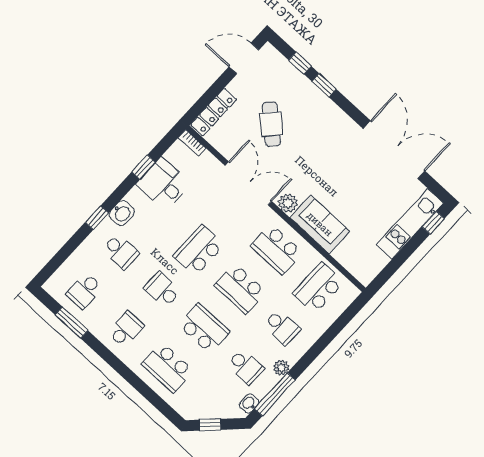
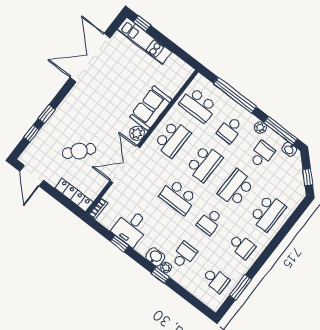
plant: (106, 226) -> (166, 268), added
school desk: (282, 327) -> (230, 130), turned 180
school desk: (126, 329) -> (242, 246), turned 180
window: (327, 338) -> (235, 95), added

